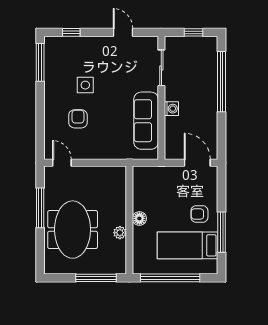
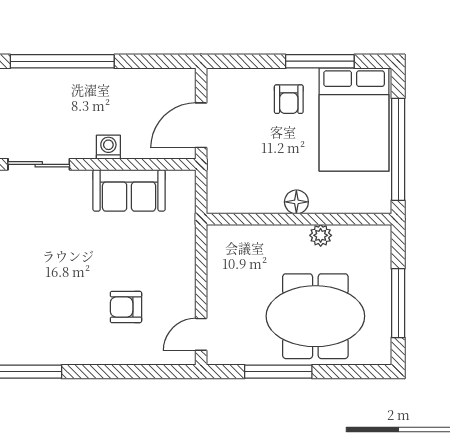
side table: (85, 85) -> (68, 294), removed
sofa: (146, 121) -> (129, 190), width x0.73
door: (197, 163) -> (201, 125), moved
bed: (188, 245) -> (354, 120), width x1.50
window: (96, 278) -> (398, 303), moved

